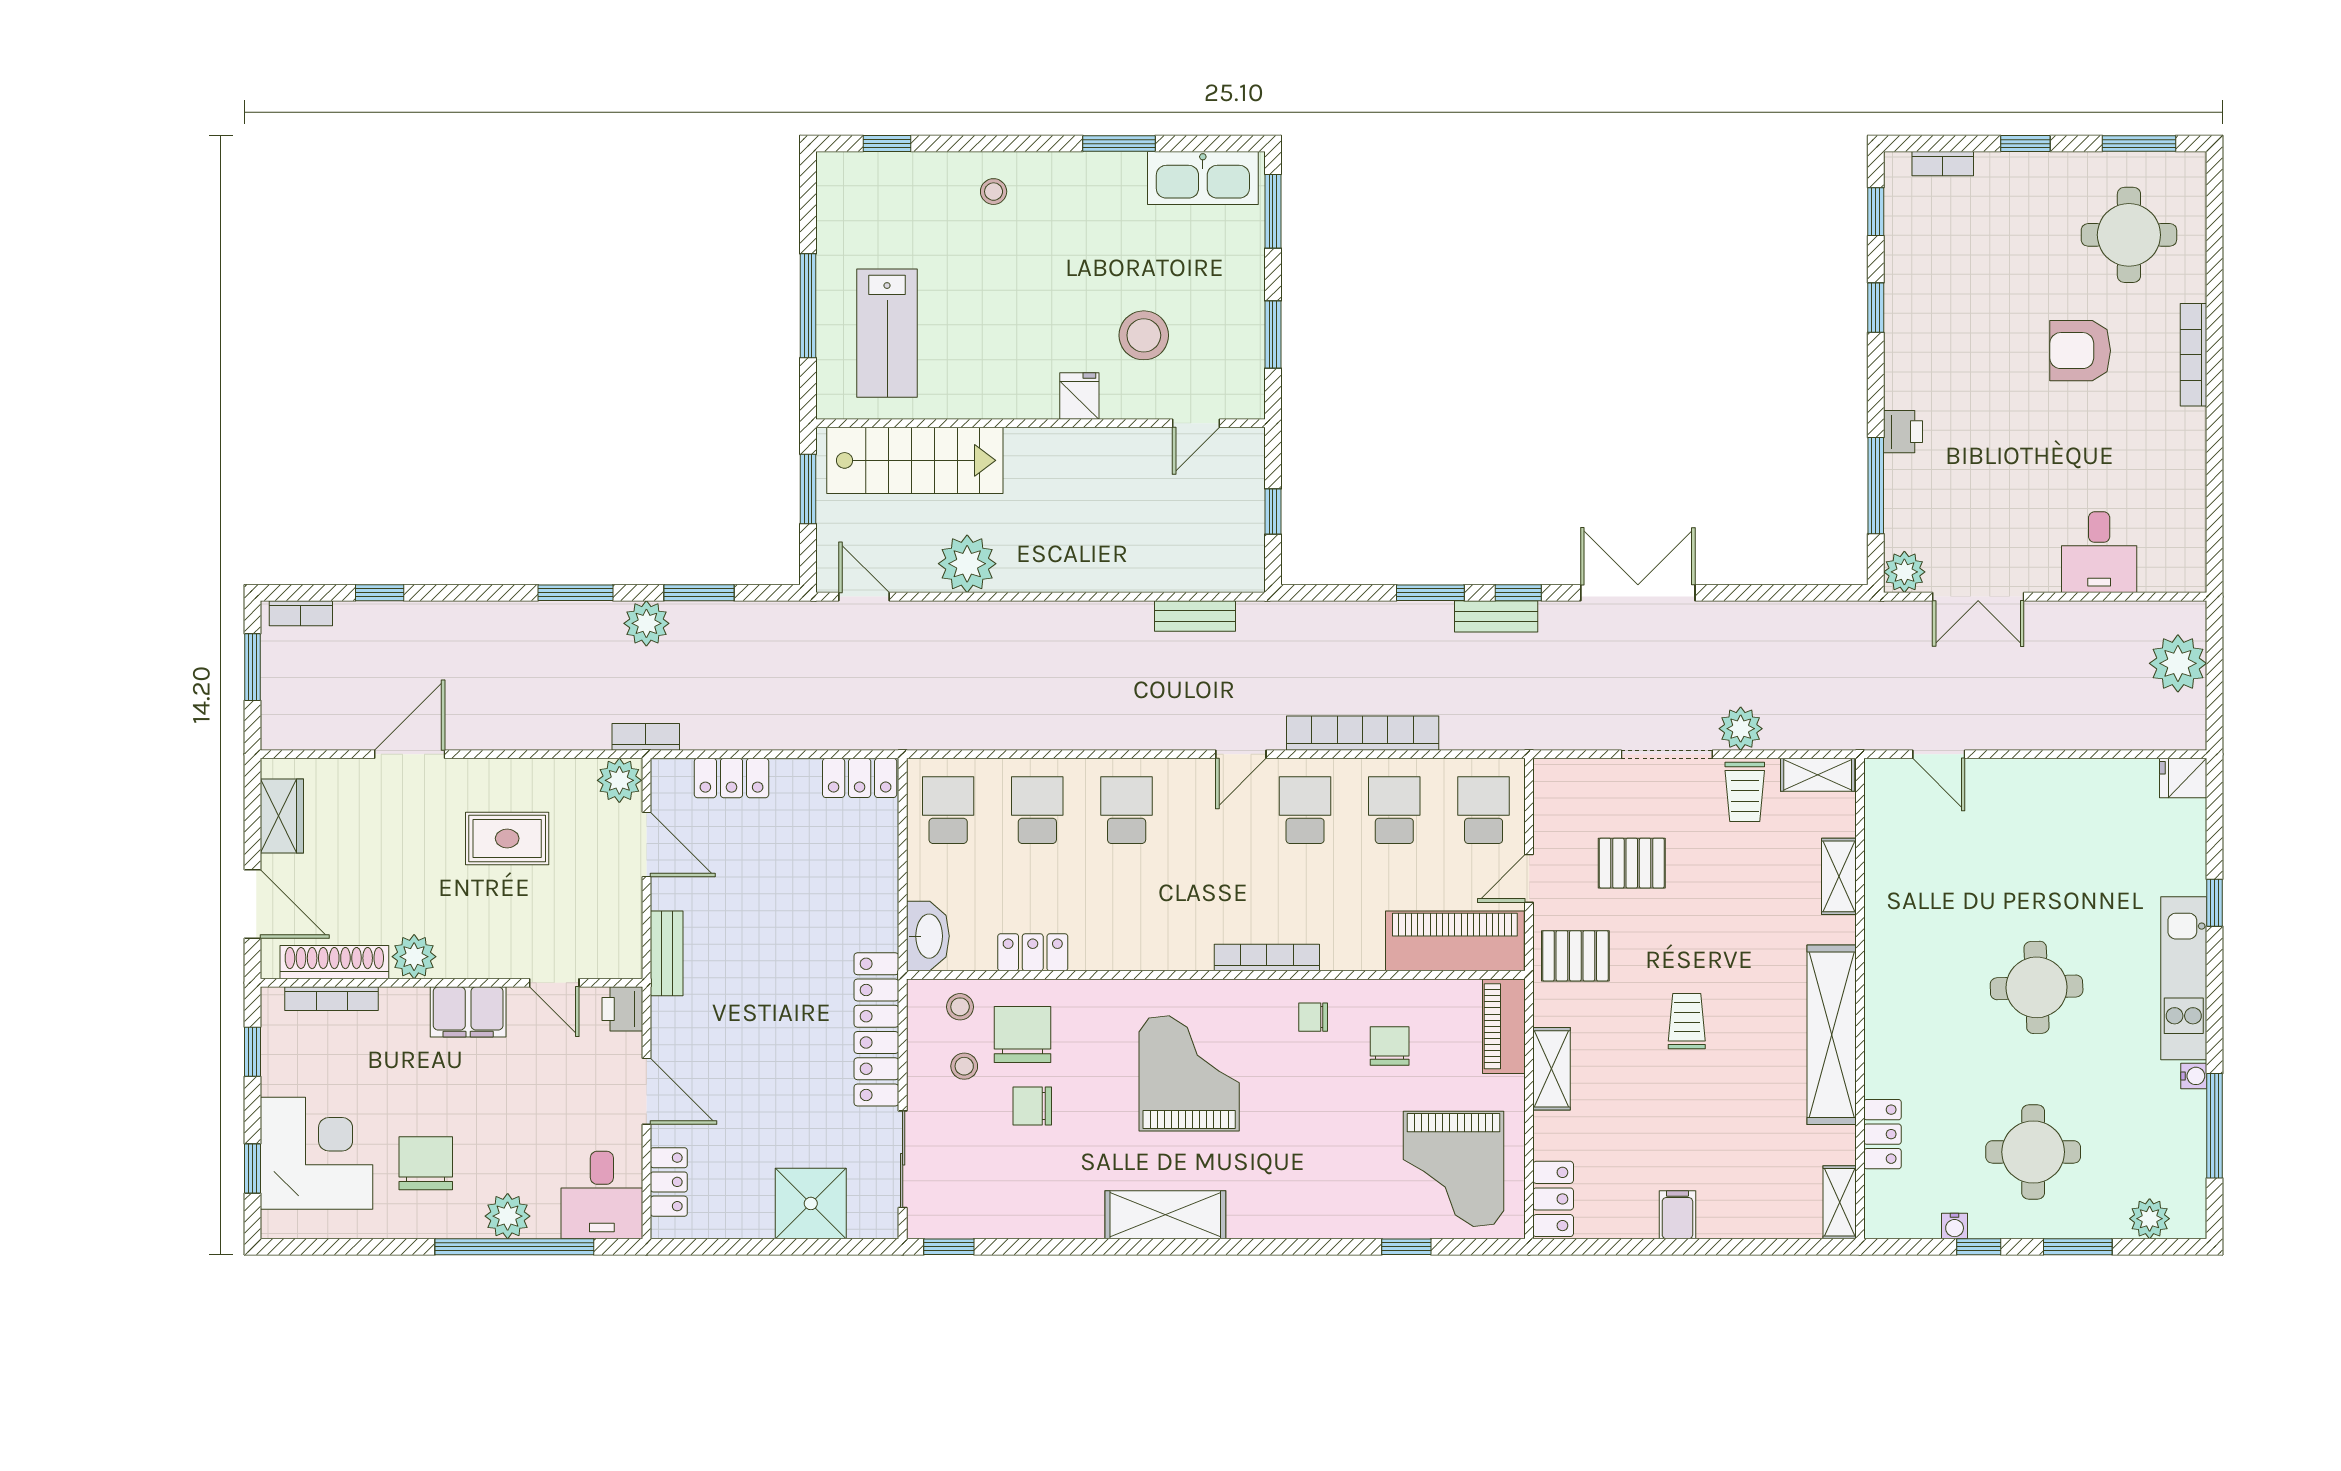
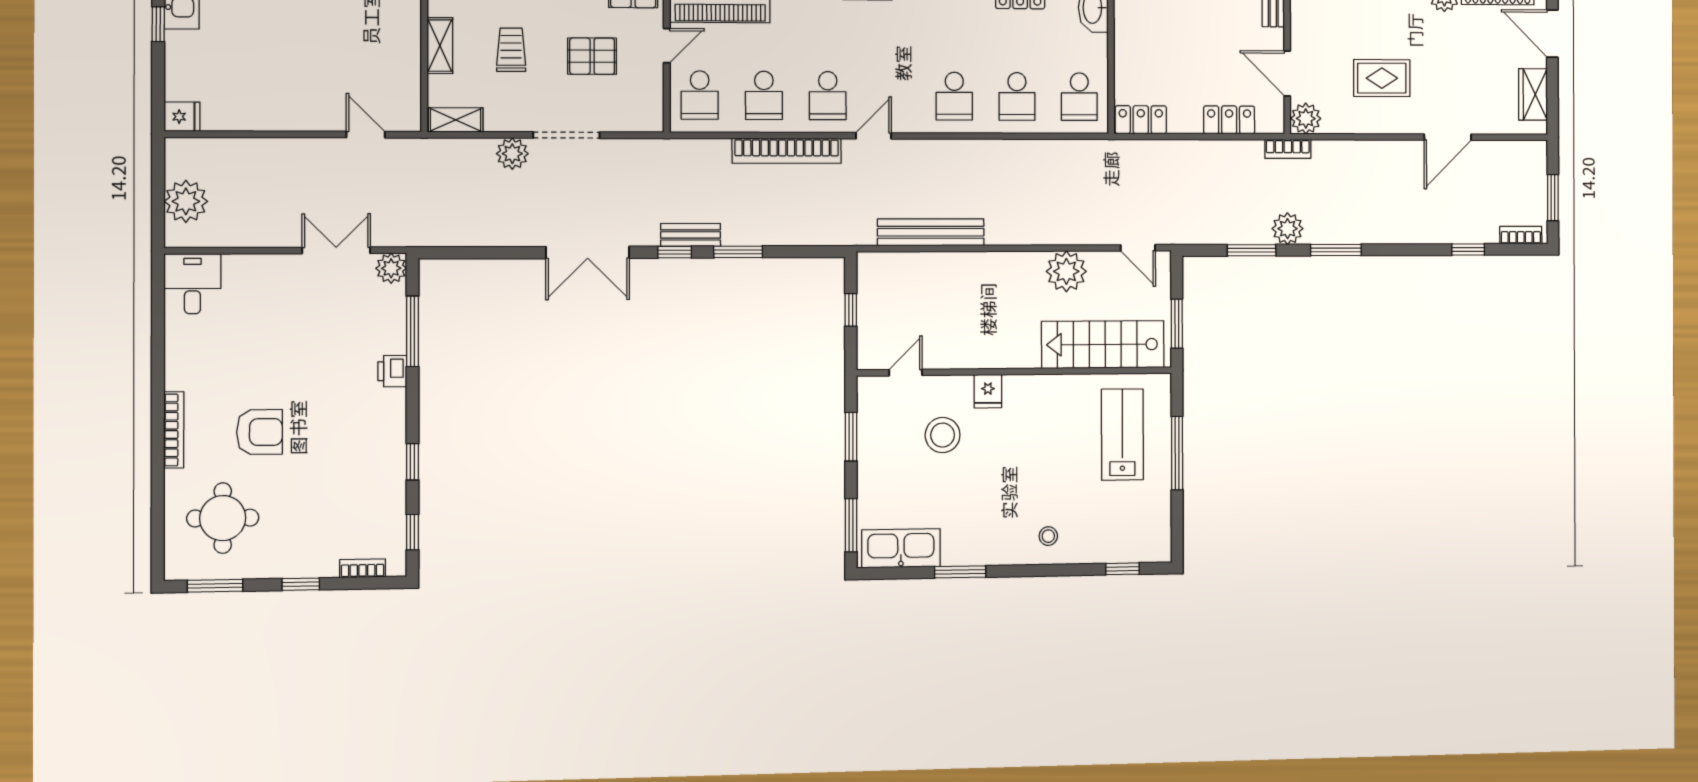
desk: (2099, 552) -> (192, 284), moved
bench: (1195, 616) -> (931, 232), width x1.86, depth x1.21
trolley: (1745, 792) -> (511, 50), moved

